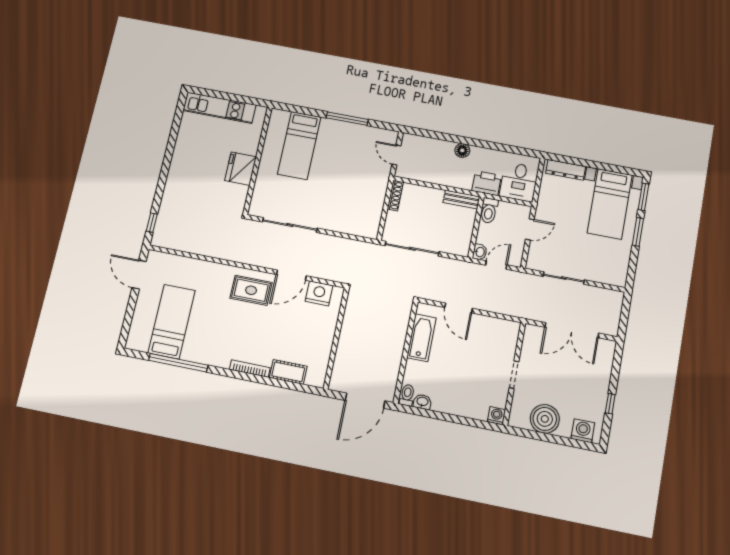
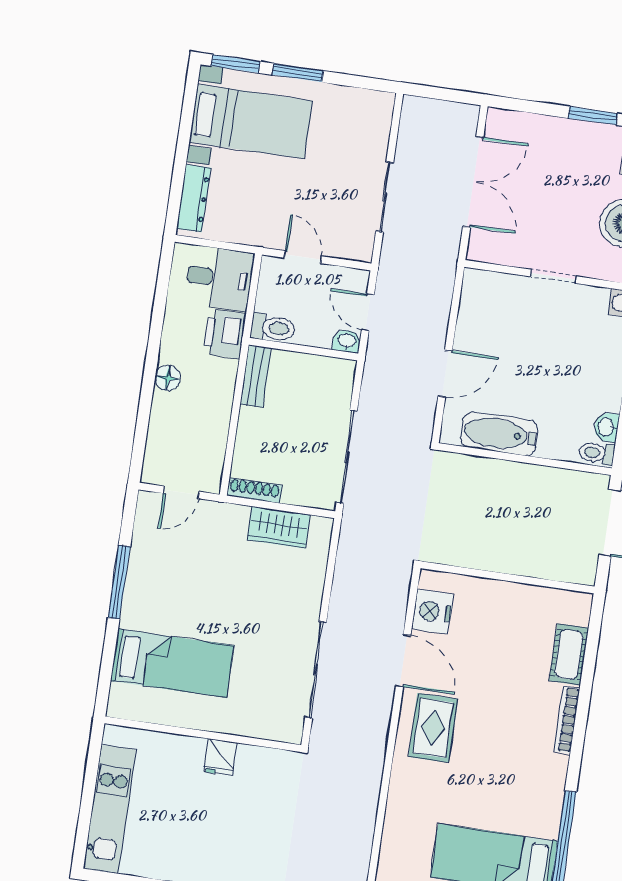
fridge: (241, 169) -> (220, 757), width x0.53, depth x0.75
wardrobe: (373, 208) -> (279, 527), added
window: (610, 404) -> (593, 116), width x1.50

